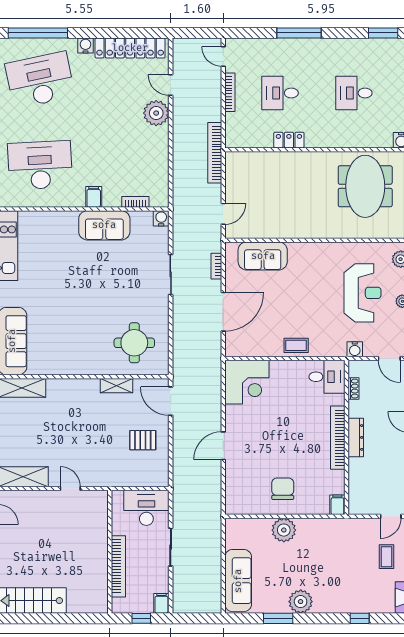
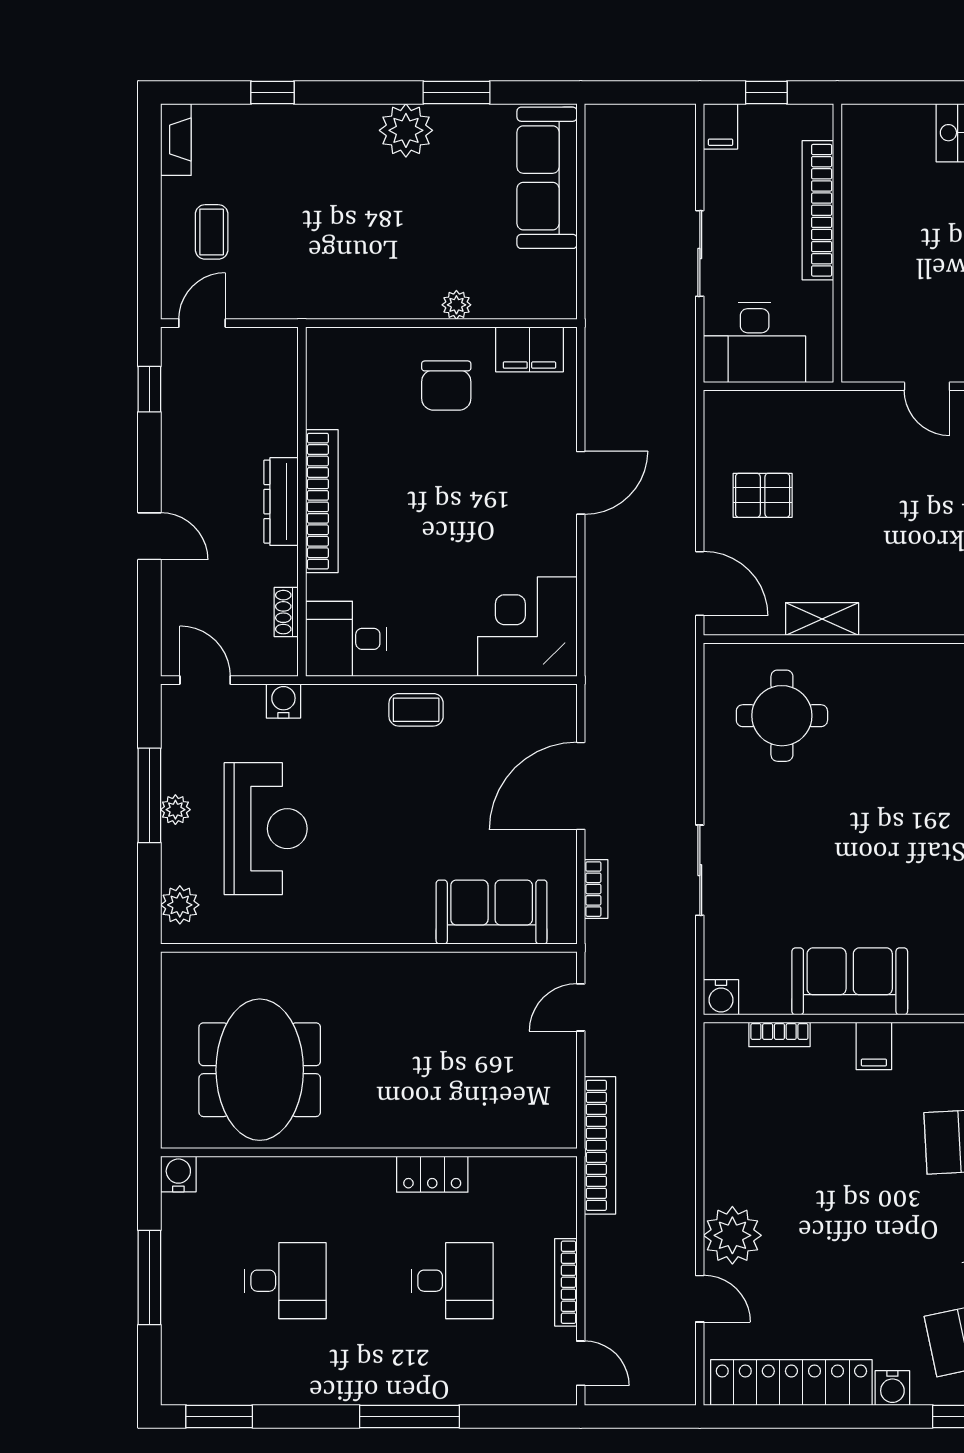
reception desk: (363, 293) -> (266, 829), turned 180
filing cabinet: (337, 505) -> (529, 349), moved, width x2.00
plant: (284, 530) -> (456, 305), width x0.53, depth x0.53

